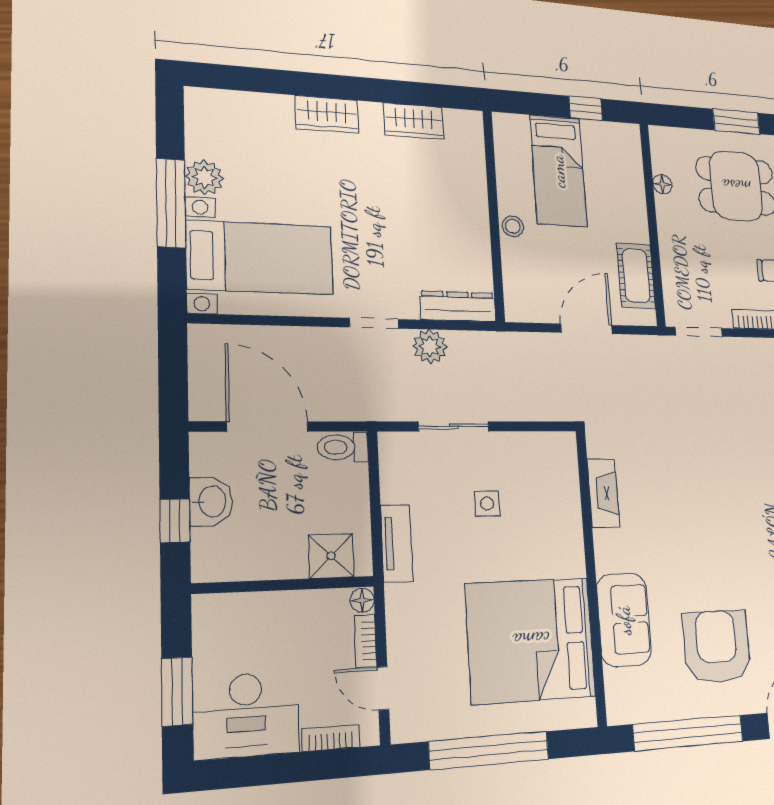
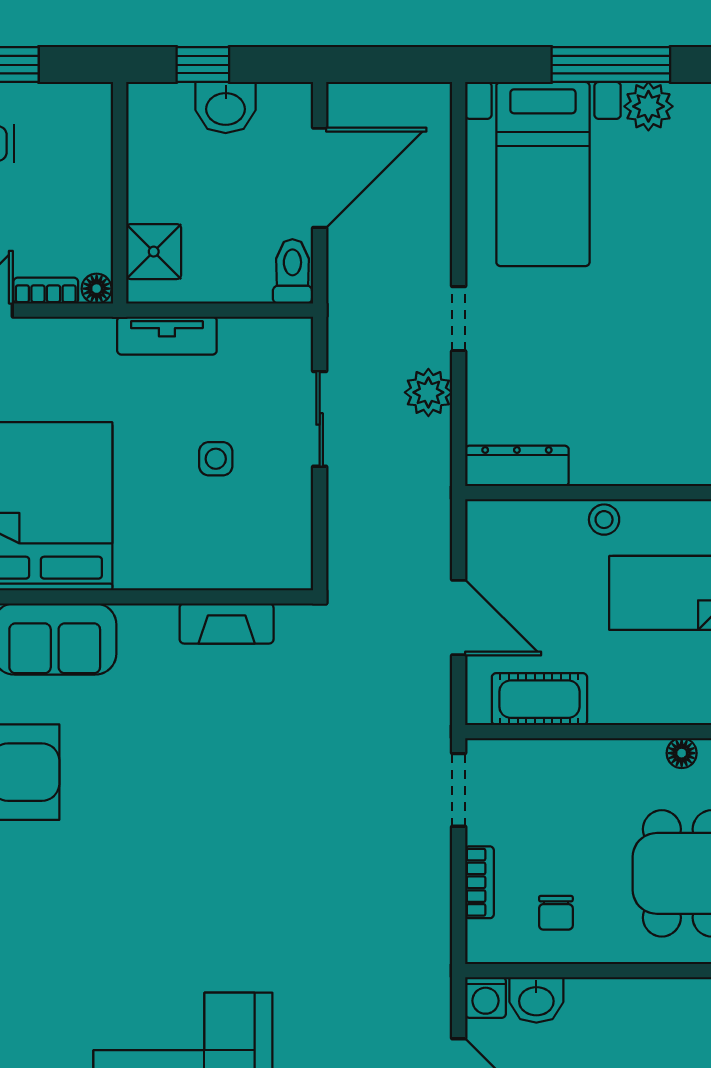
dresser: (458, 306) -> (517, 466), moved, turned -90

